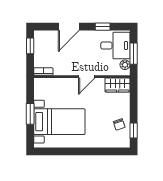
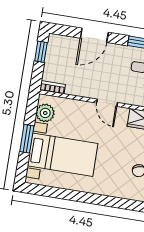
door: (87, 77) -> (107, 103), hinge flipped
plant: (41, 92) -> (45, 113), added

